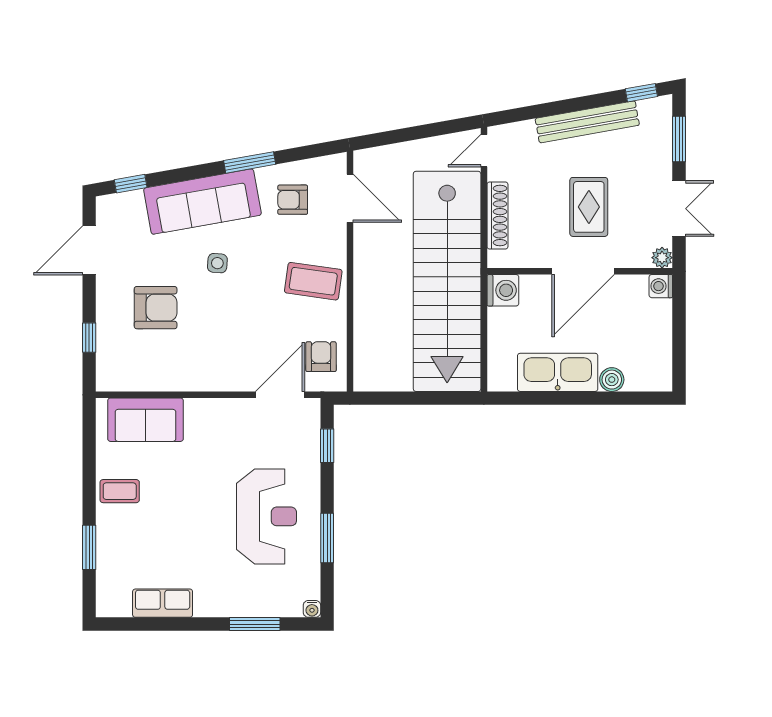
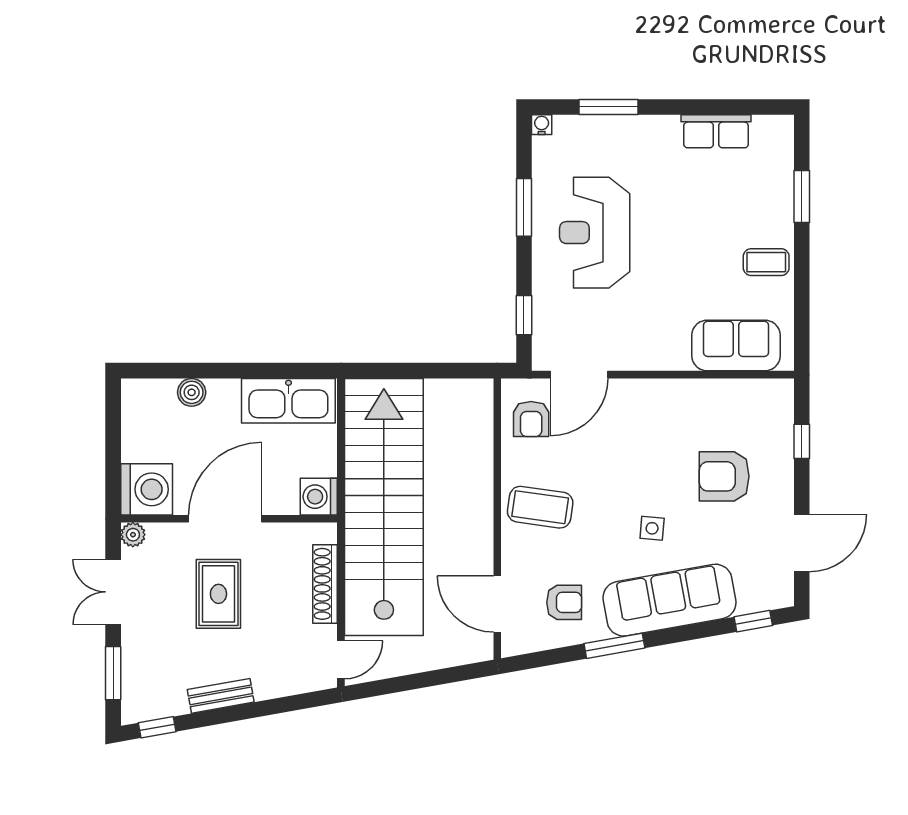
bench: (587, 122) -> (221, 696), width x0.54, depth x0.82
washing machine: (661, 286) -> (147, 489), width x1.89, depth x1.89
kitchen sink: (558, 372) -> (288, 401), moved

